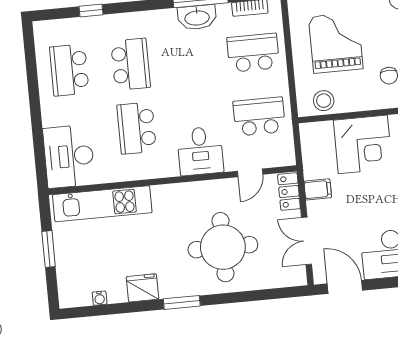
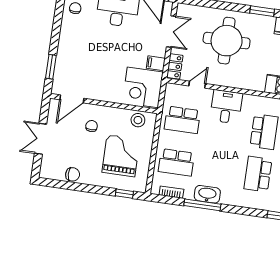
grand piano: (336, 43) -> (121, 156), turned 180
corner desk: (363, 144) -> (143, 87), moved, turned -90

